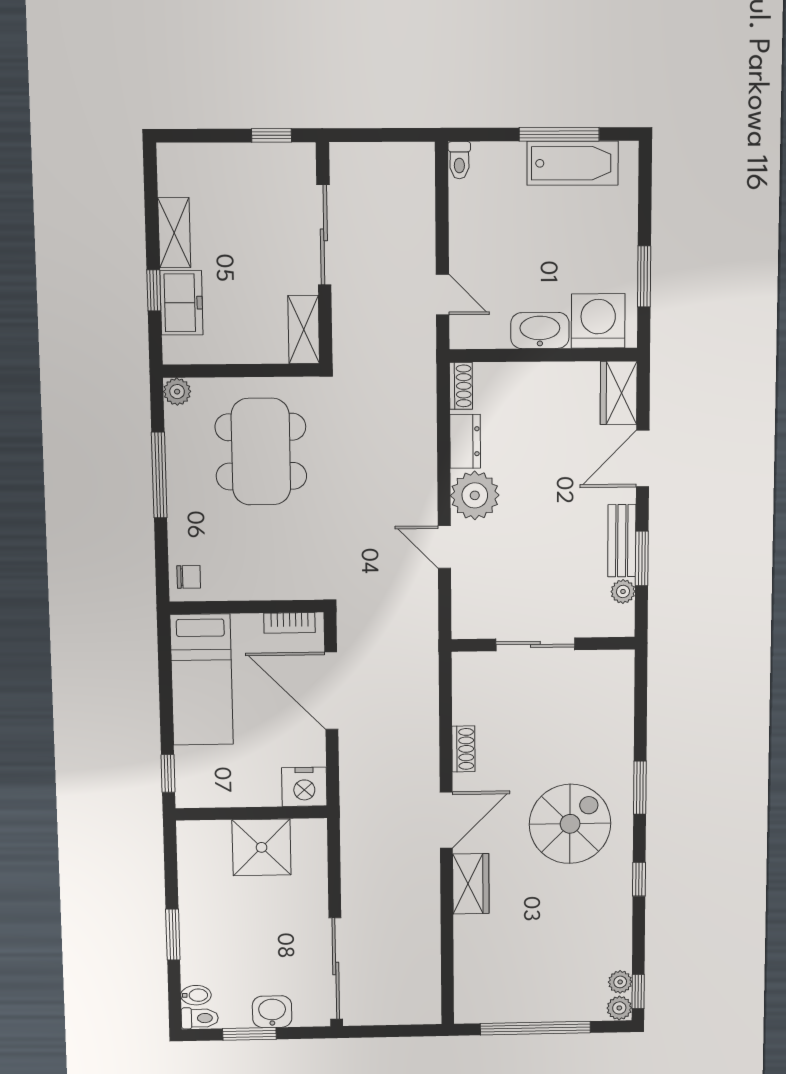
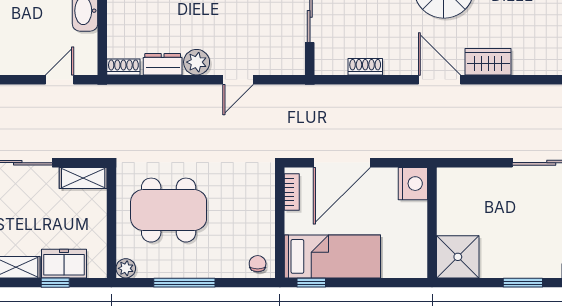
plant: (475, 495) -> (197, 62), width x0.73, depth x0.73
shoe rack: (463, 749) -> (365, 67), moved
window: (168, 773) -> (311, 283), moved
shower: (262, 847) -> (458, 257), moved

